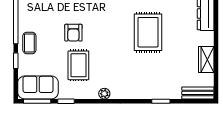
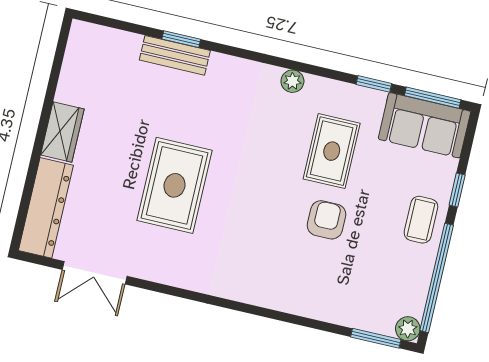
wardrobe: (206, 60) -> (62, 132), moved
bench: (198, 93) -> (175, 55), moved

